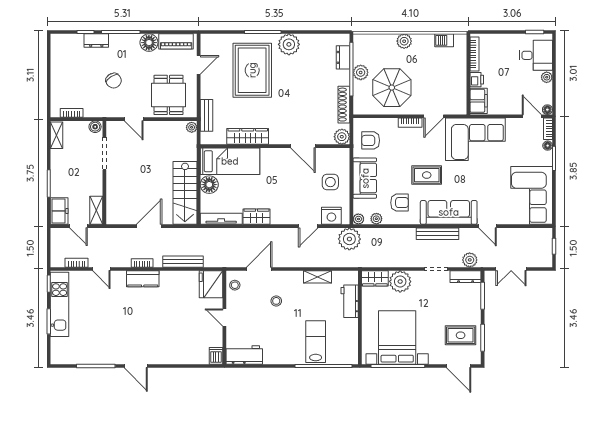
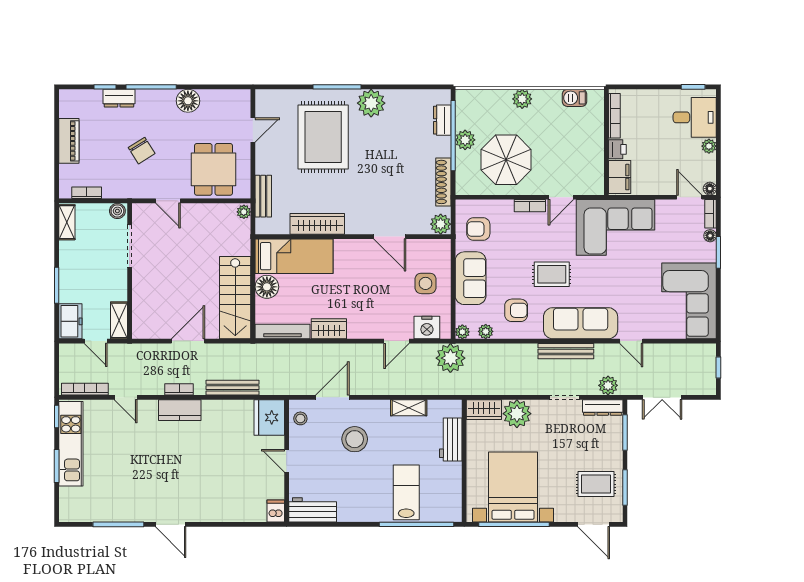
piano: (176, 41) -> (69, 141), moved, turned -90
bookcase: (77, 263) -> (85, 389), width x1.56
stool: (276, 301) -> (355, 439), width x1.89, depth x1.89

